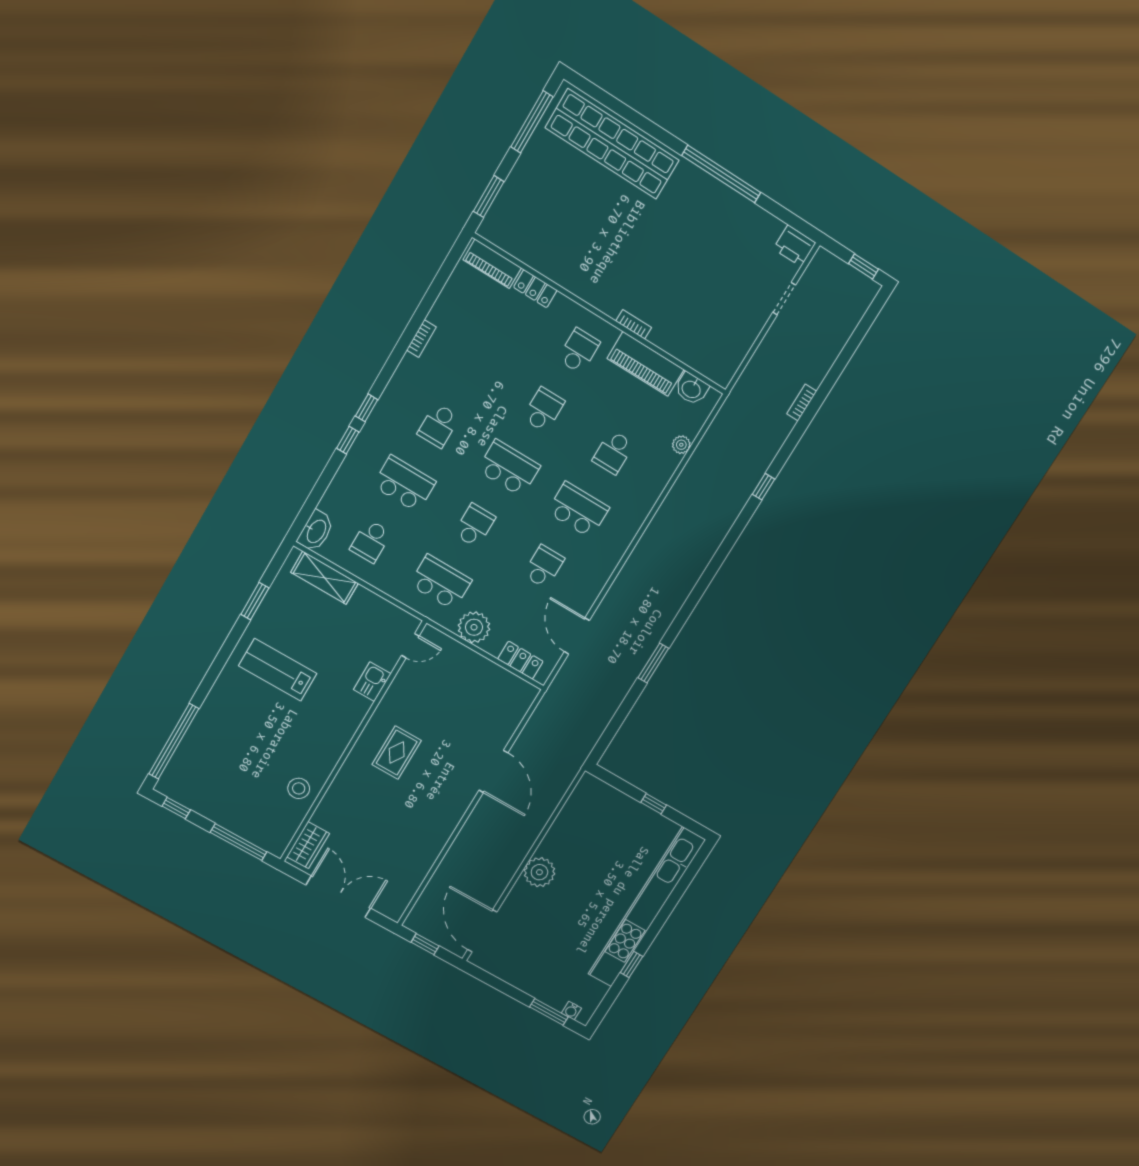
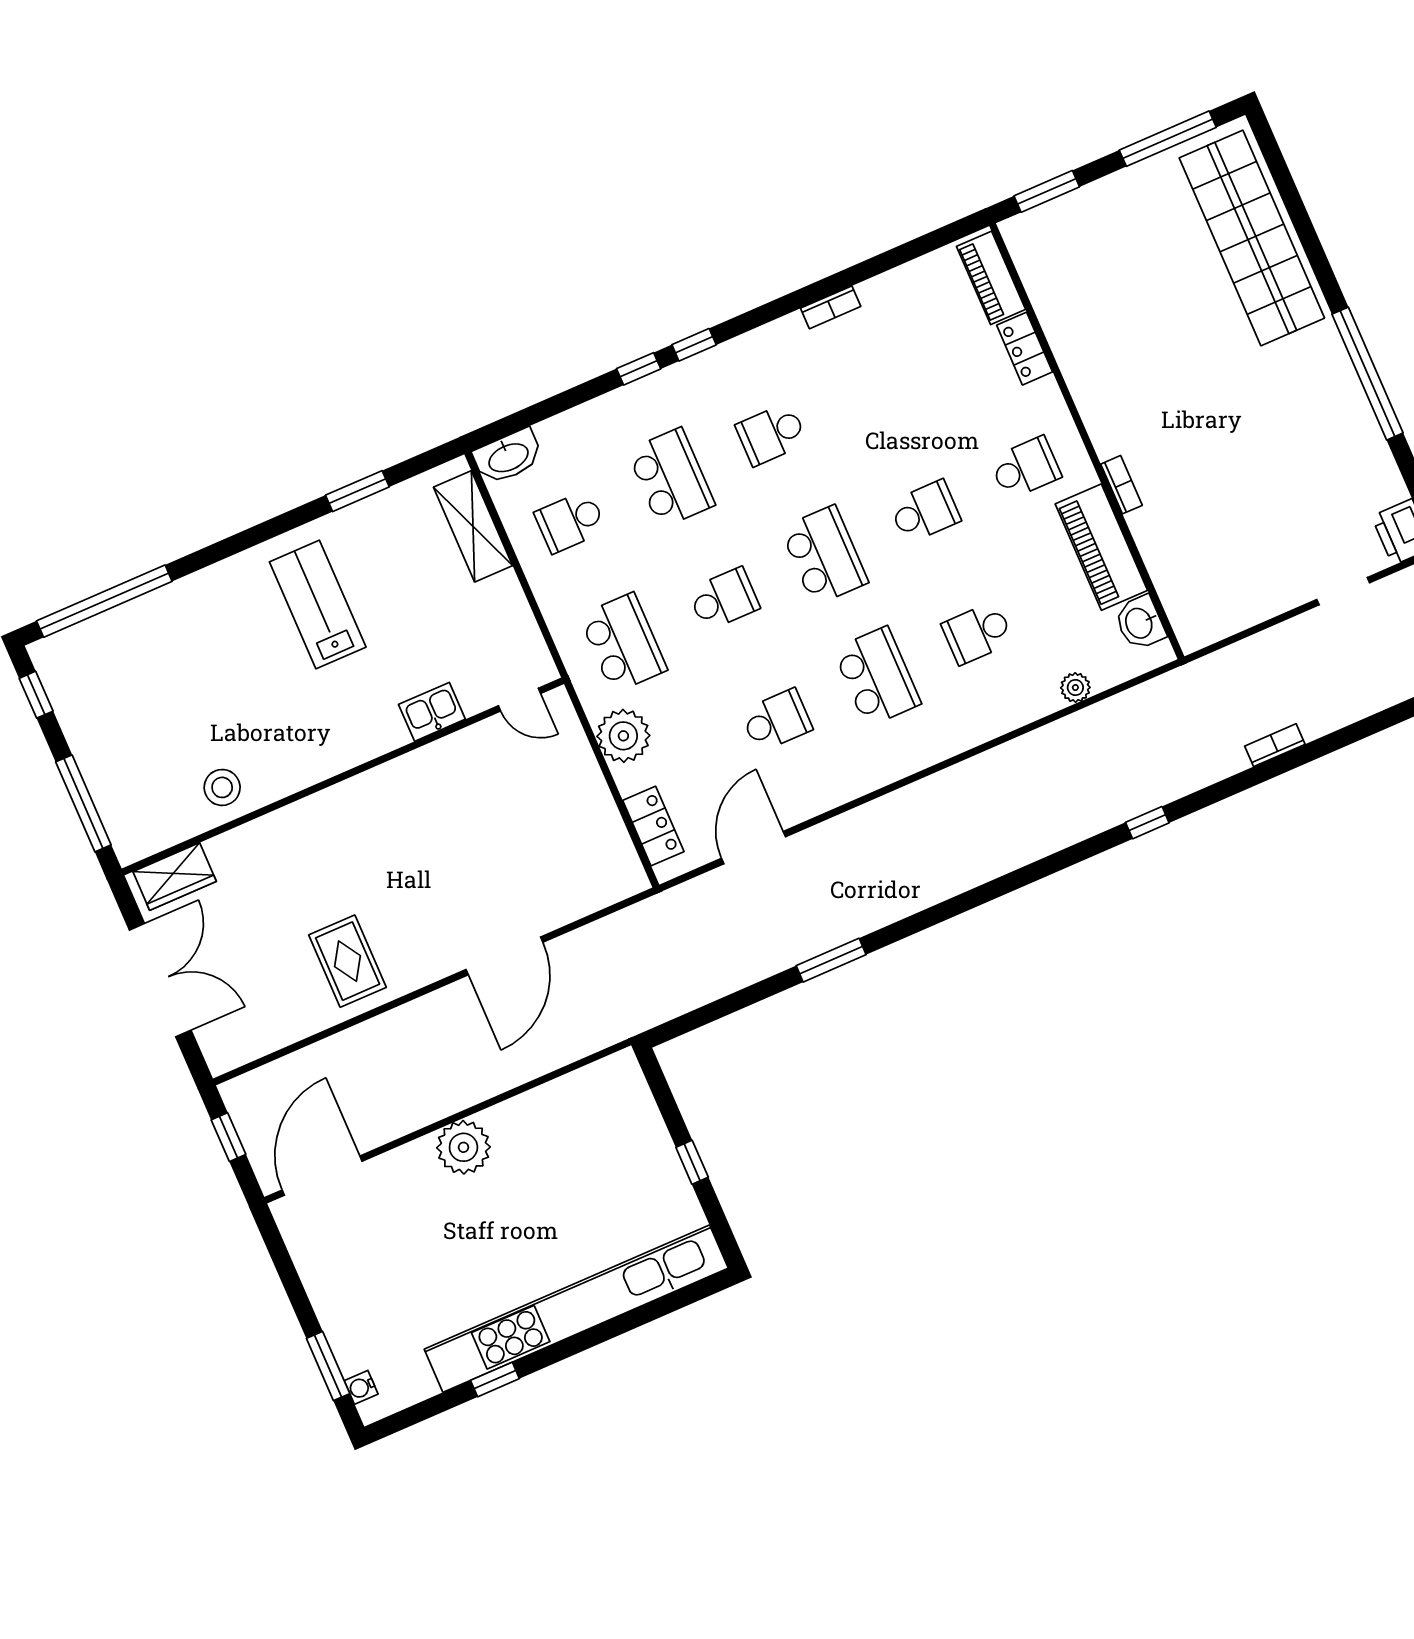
rug: (397, 753) -> (348, 961), moved, turned 90

